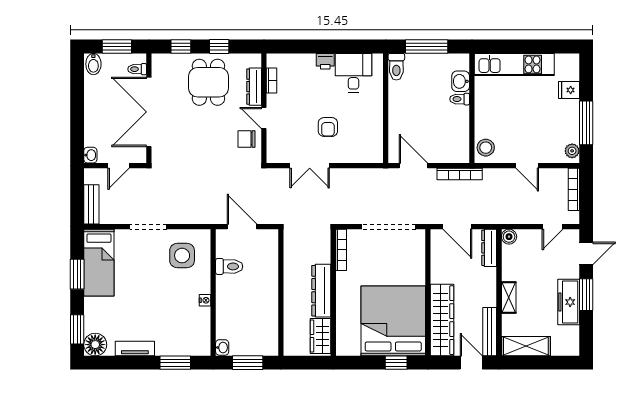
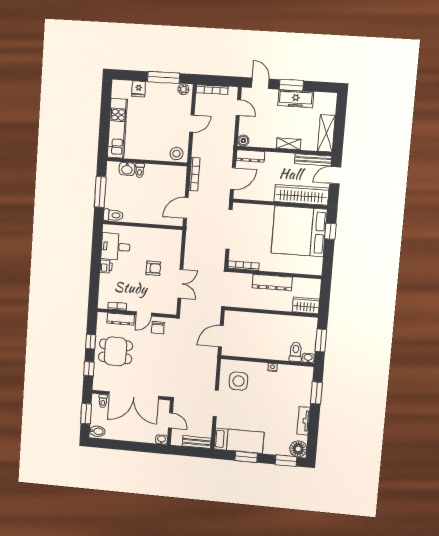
toilet: (229, 266) -> (296, 352), moved
wardrobe: (321, 336) -> (306, 305), moved, turned 180

